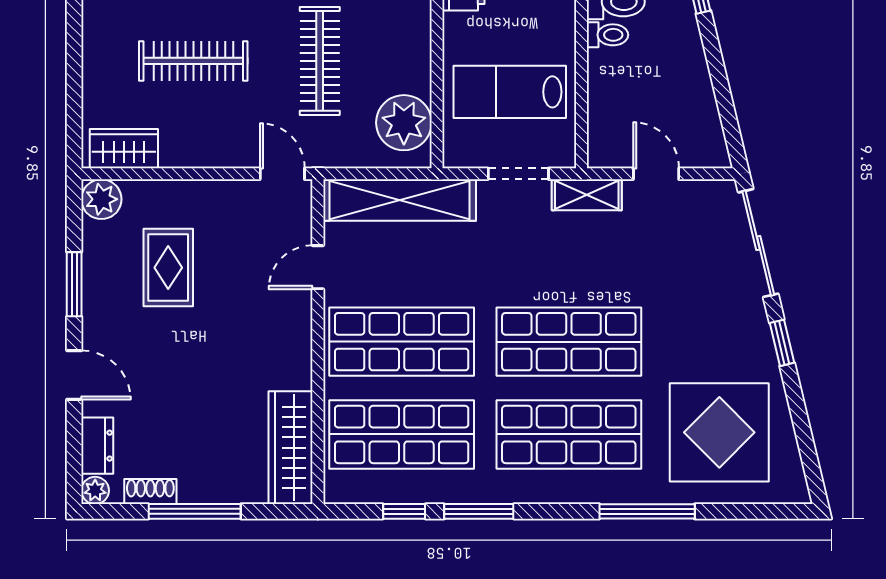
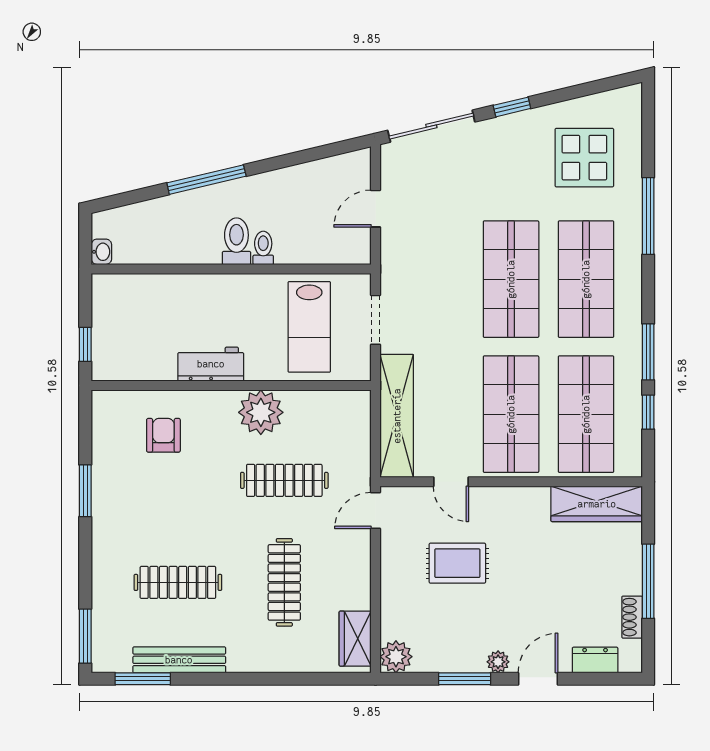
plant: (404, 123) -> (261, 412), moved
shelving: (587, 195) -> (392, 265), removed
rug: (168, 268) -> (457, 563), moved
display table: (719, 432) -> (584, 158), width x0.73, depth x0.73
plant: (95, 490) -> (498, 662), moved

